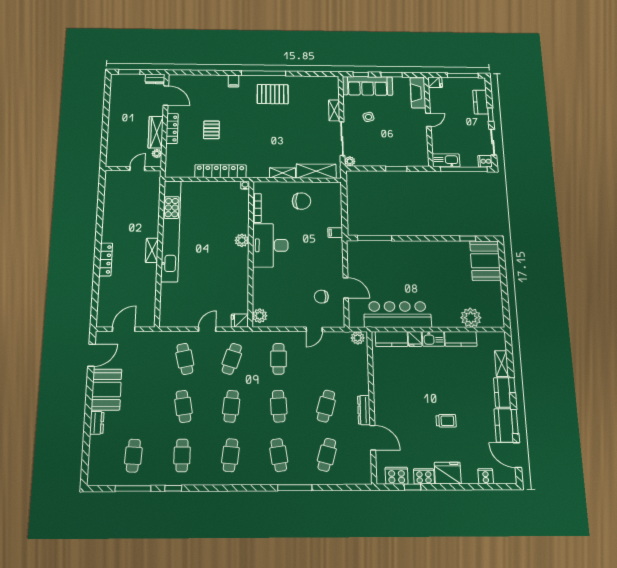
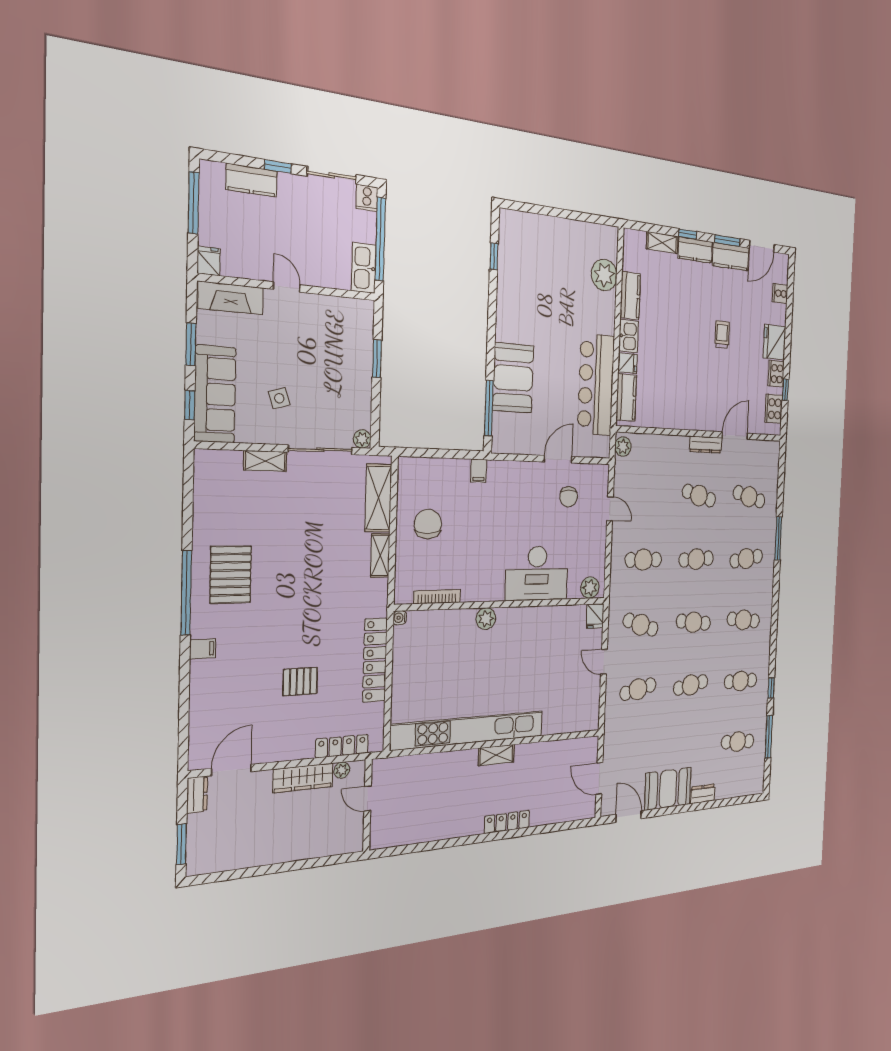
locker: (172, 128) -> (342, 746), moved
desk: (270, 245) -> (537, 573), moved
booth: (485, 261) -> (513, 378), moved, turned 90

